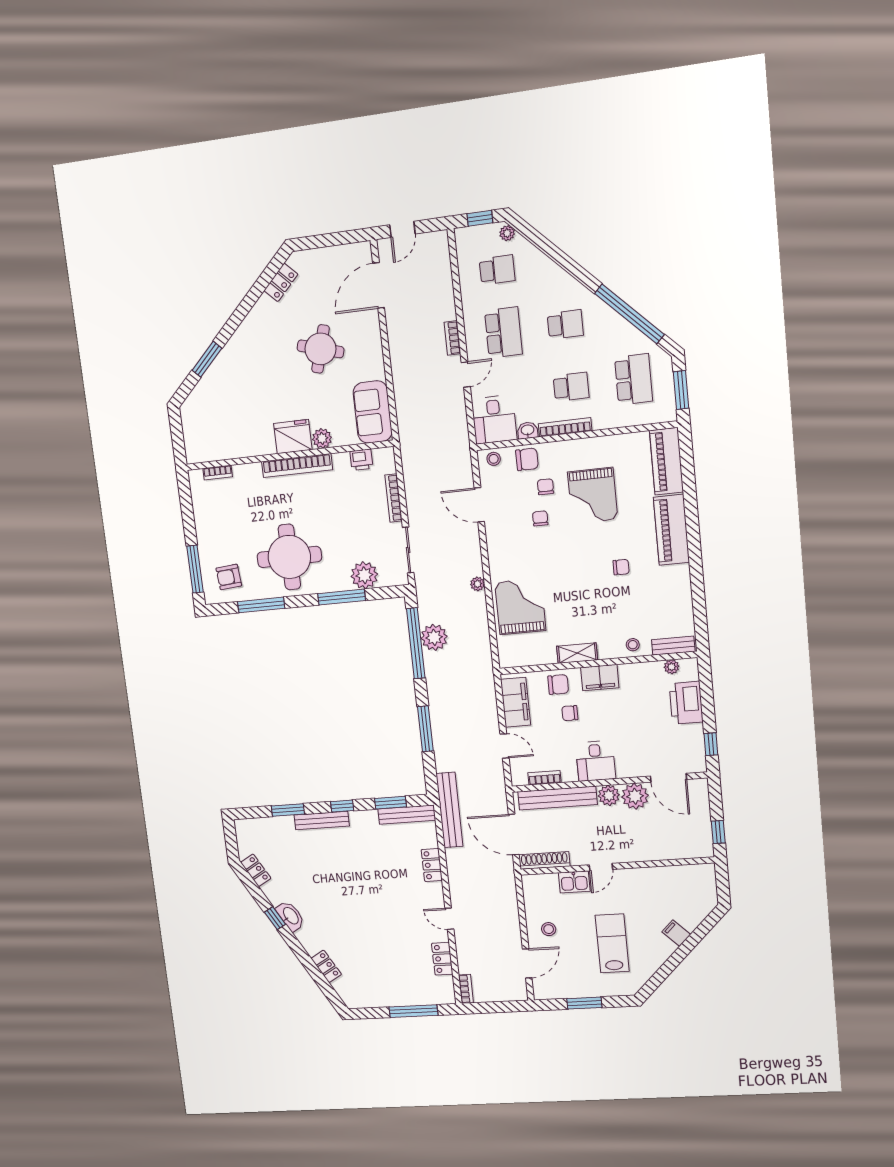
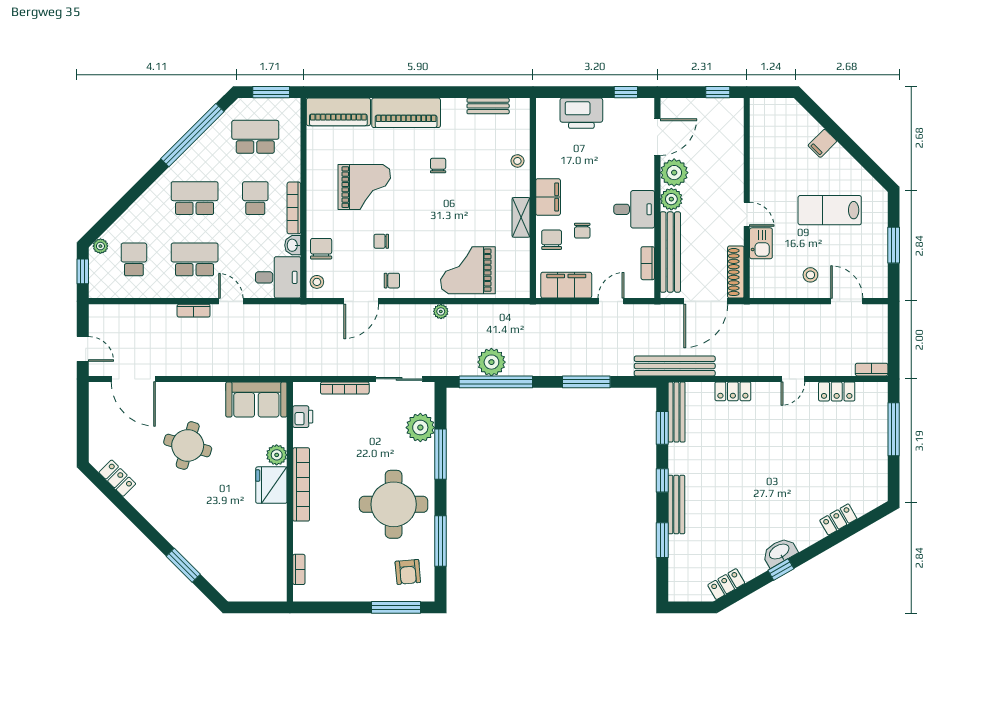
school desk: (565, 324) -> (195, 198), width x1.85
chair: (545, 487) -> (392, 281), moved, turned 180
bench: (673, 646) -> (488, 106), moved, turned 90
plant: (672, 667) -> (543, 124), removed

